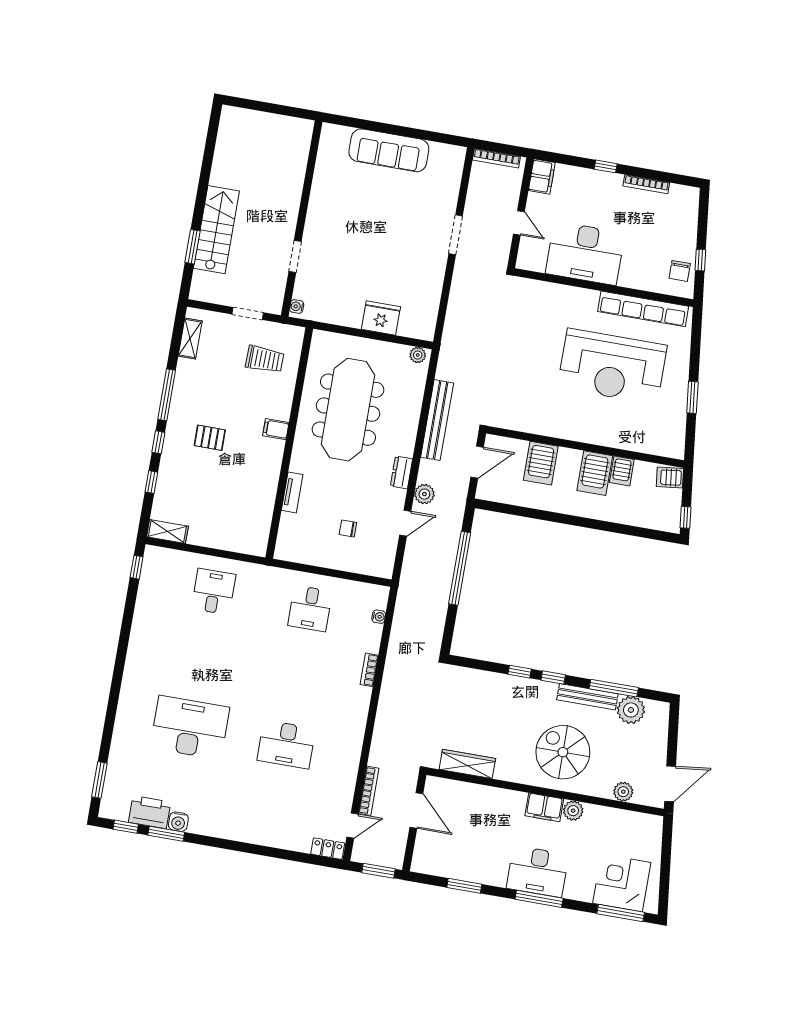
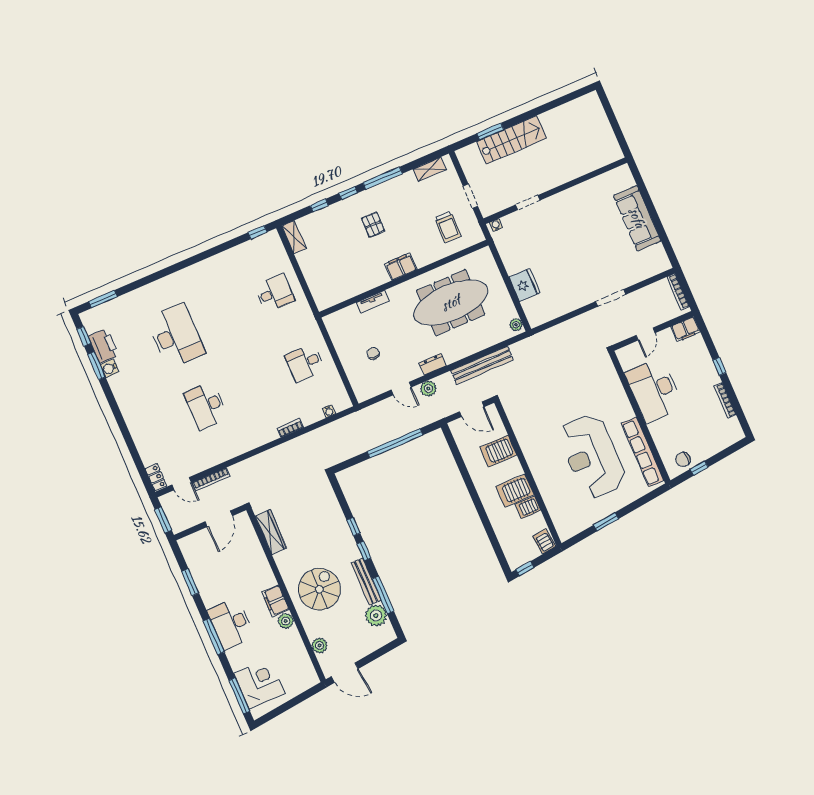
filing cabinet: (276, 429) -> (401, 267), width x2.00

